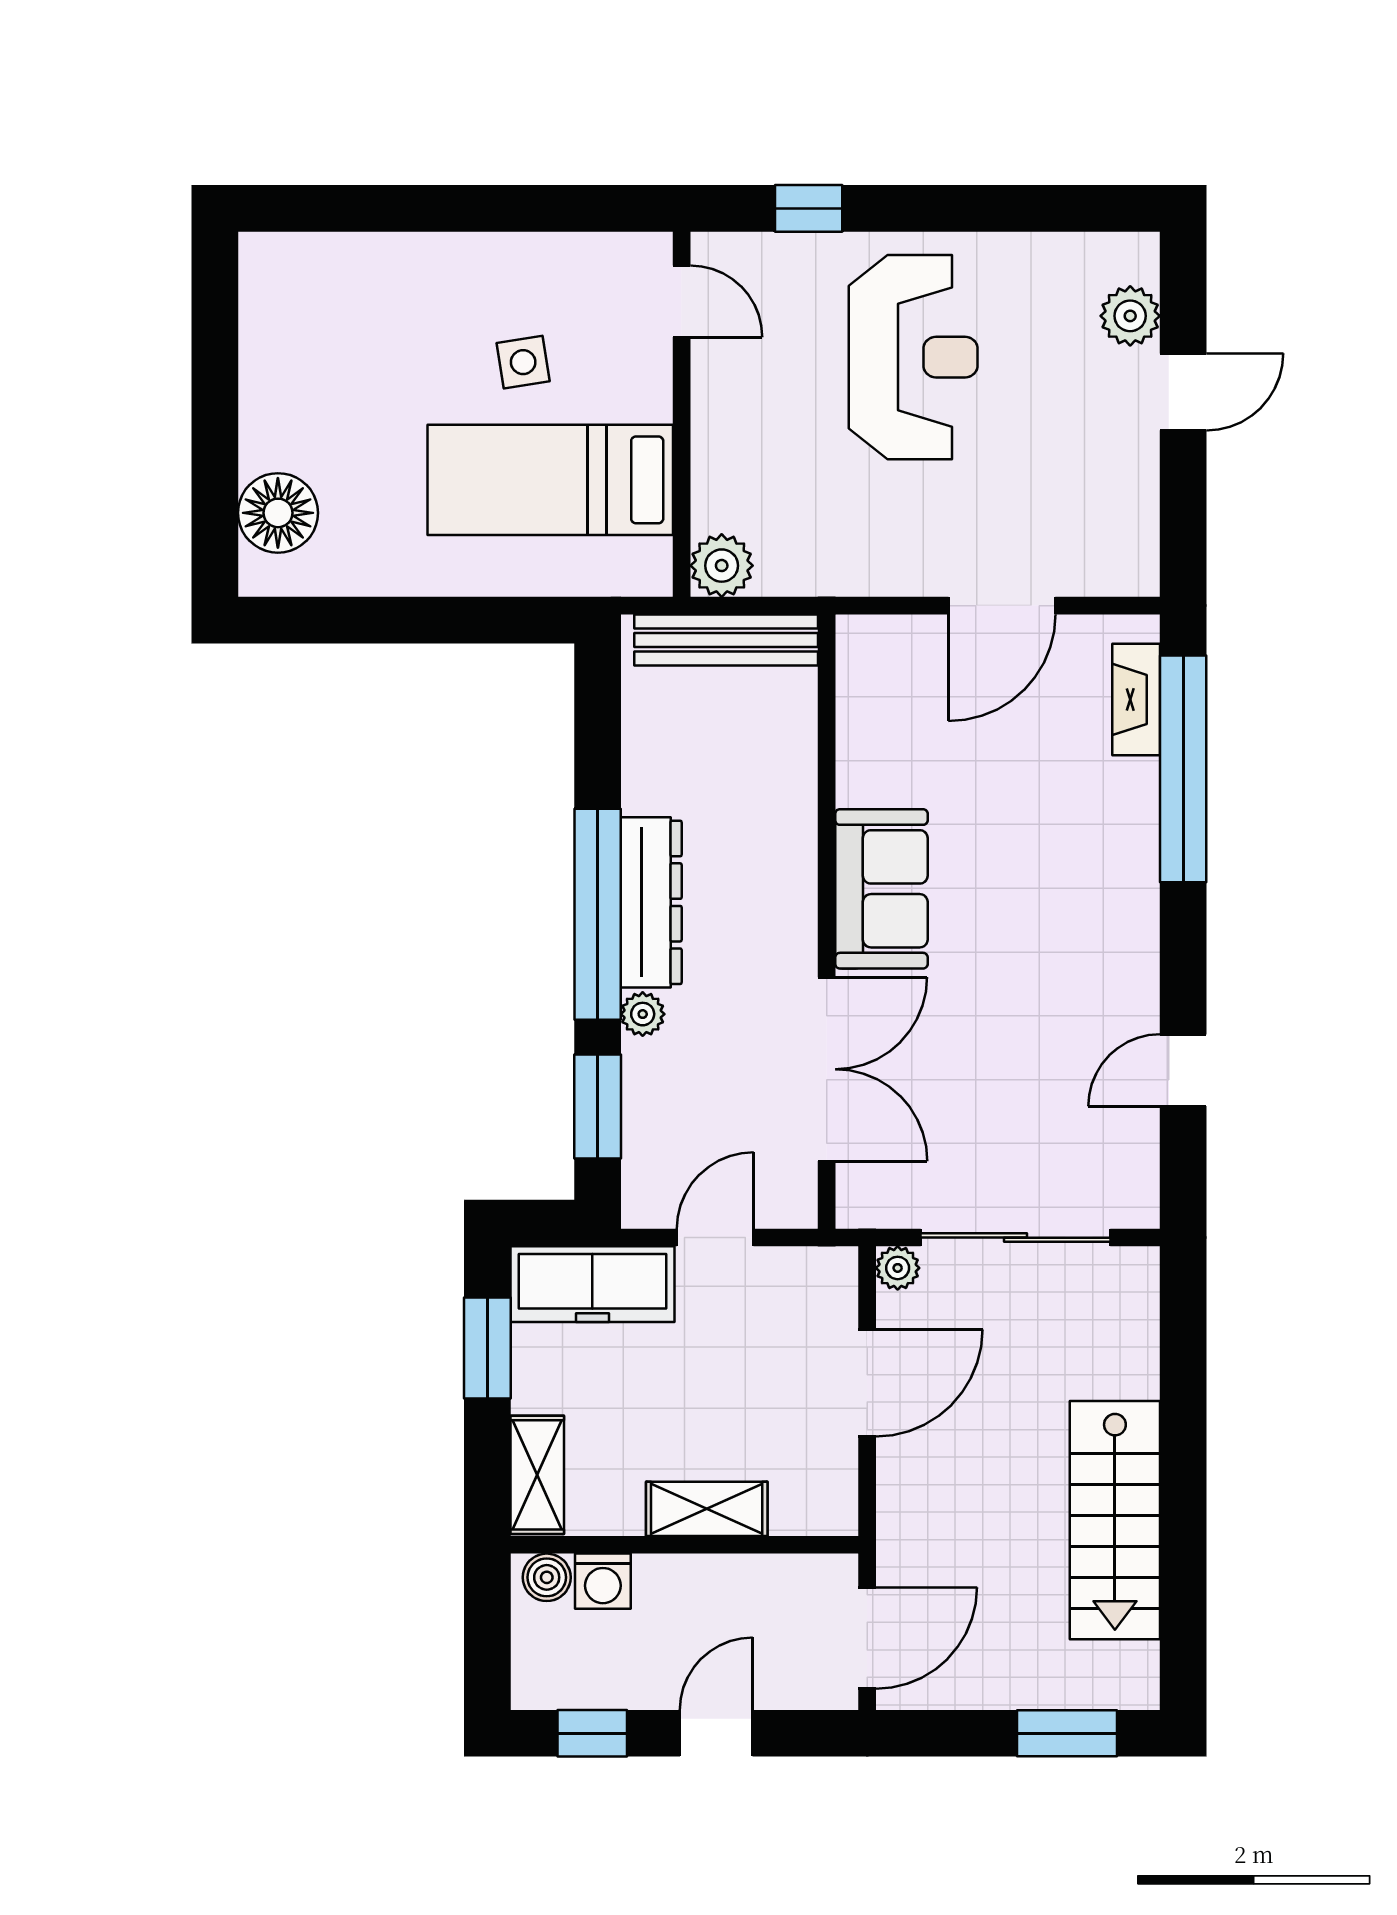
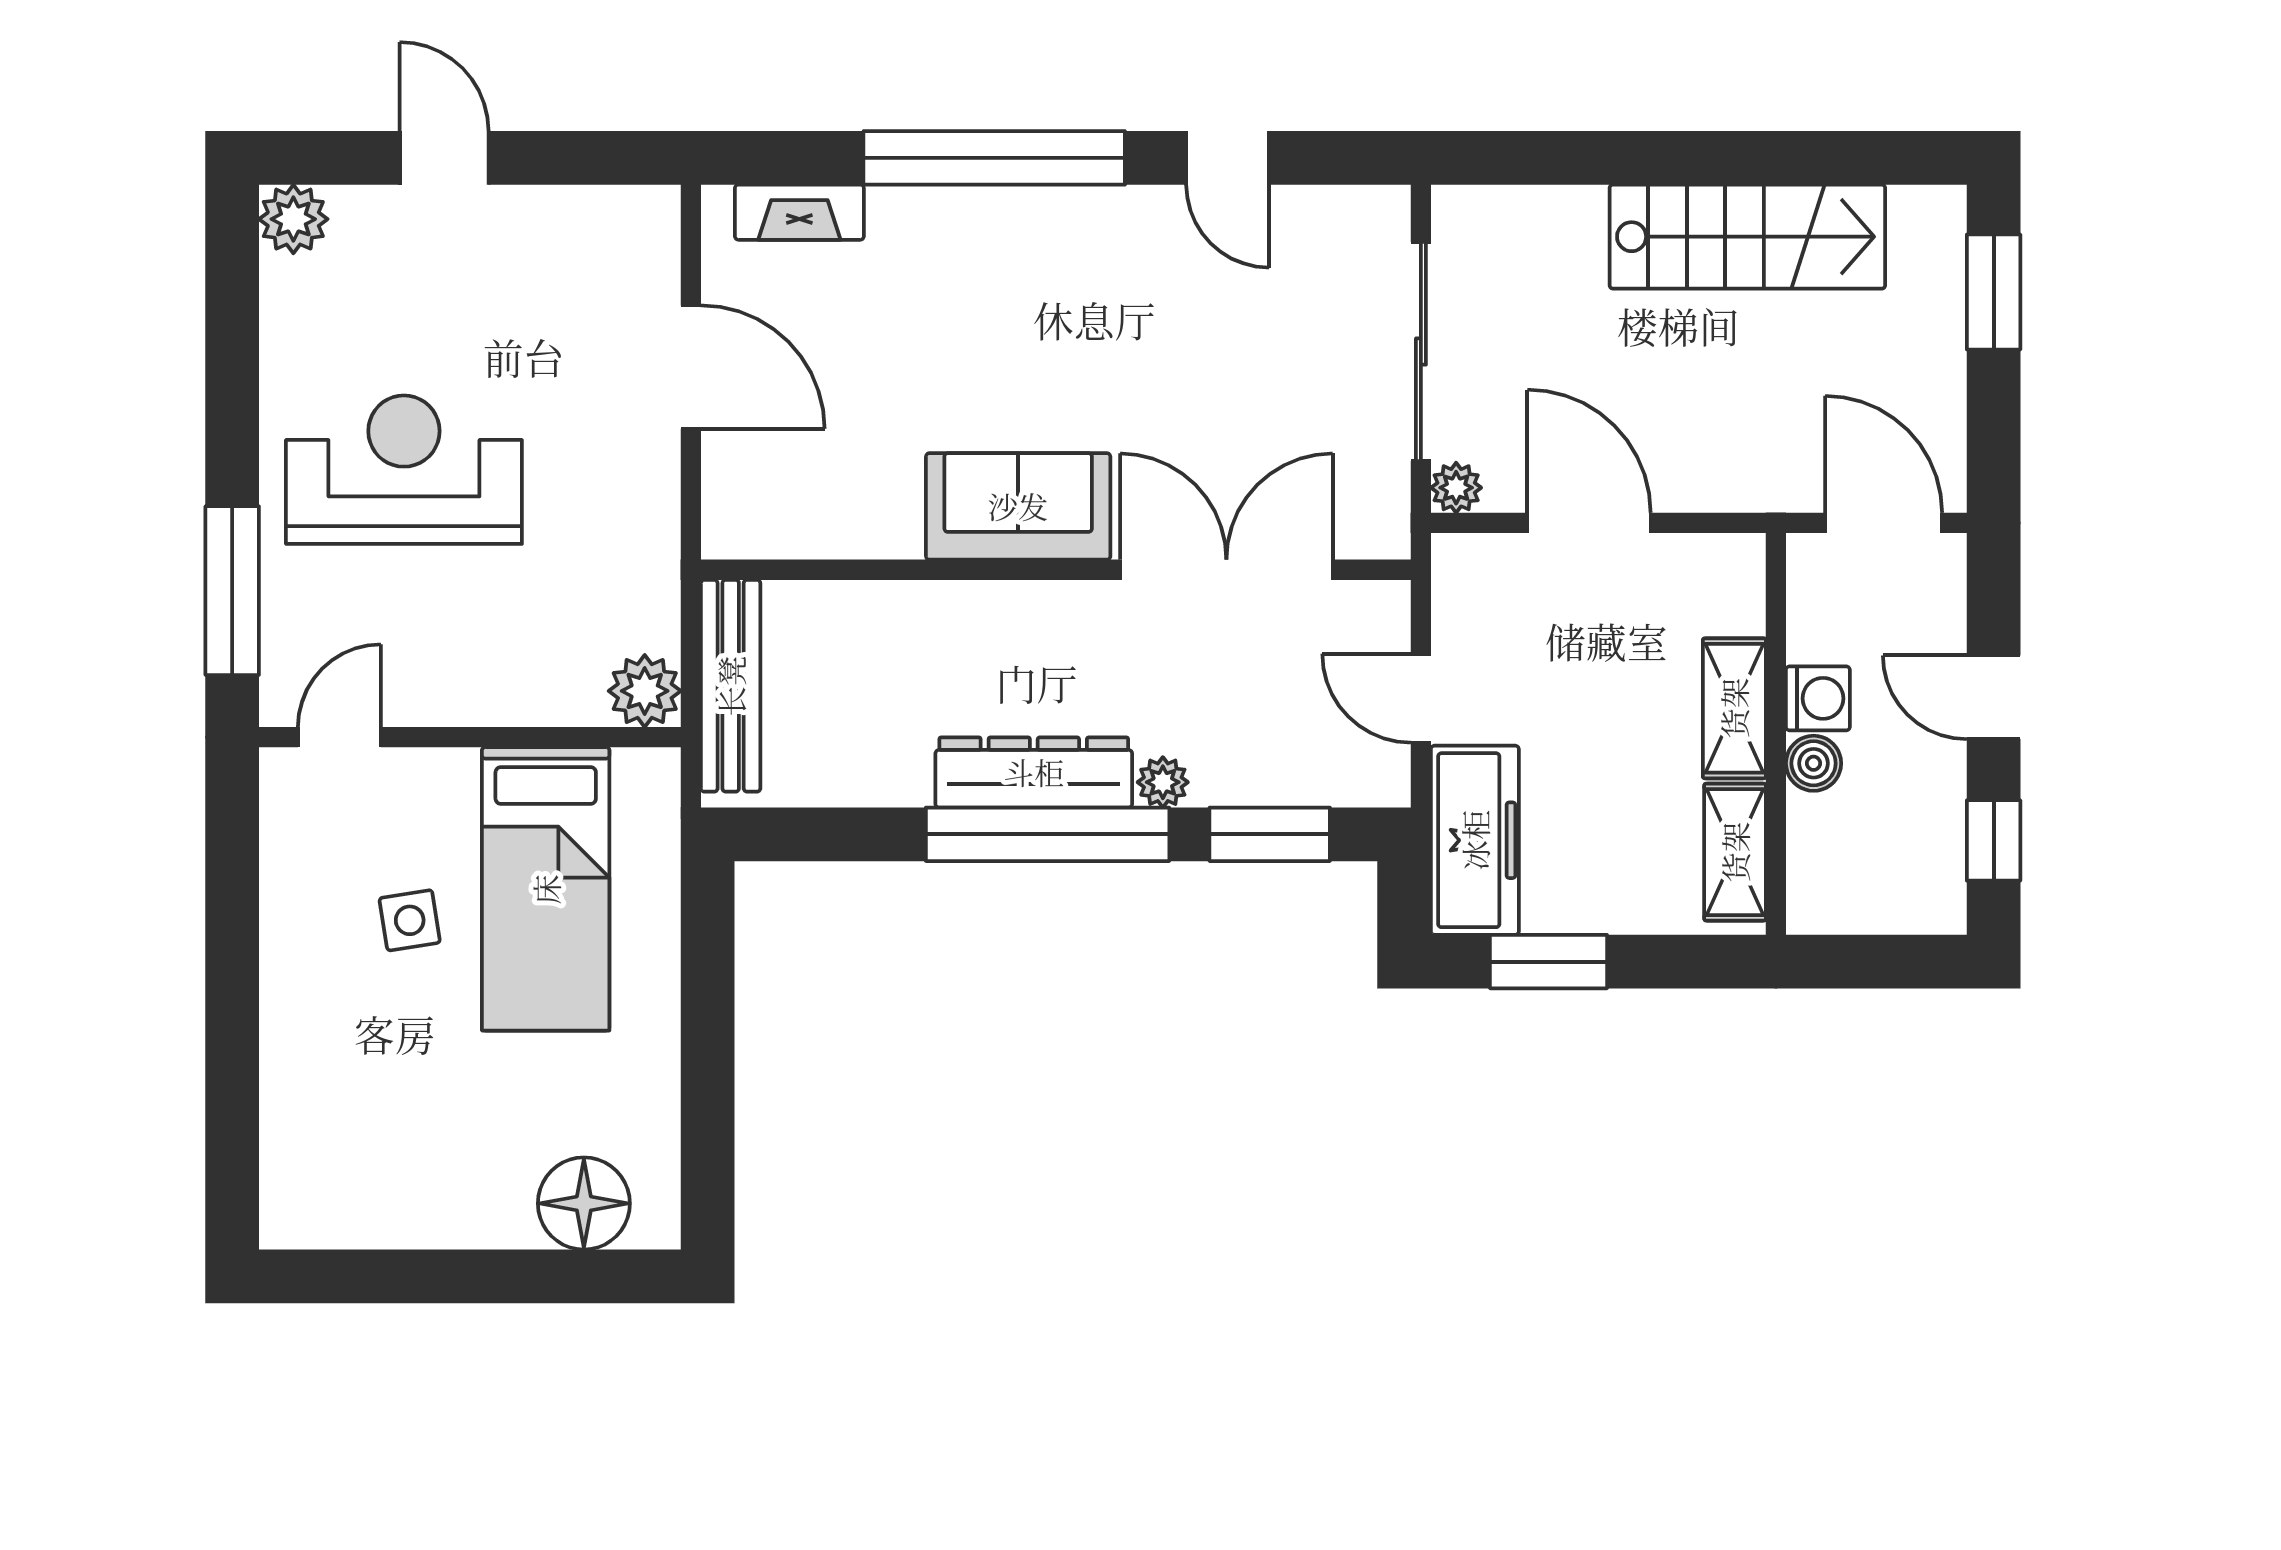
window: (809, 208) -> (232, 591), width x2.17
plant: (1130, 316) -> (293, 219), moved
window: (1183, 769) -> (994, 158), moved
shelving: (537, 1475) -> (1735, 852), moved, turned 90
boiler: (547, 1577) -> (1814, 763), moved
washing machine: (603, 1581) -> (1818, 698), moved

